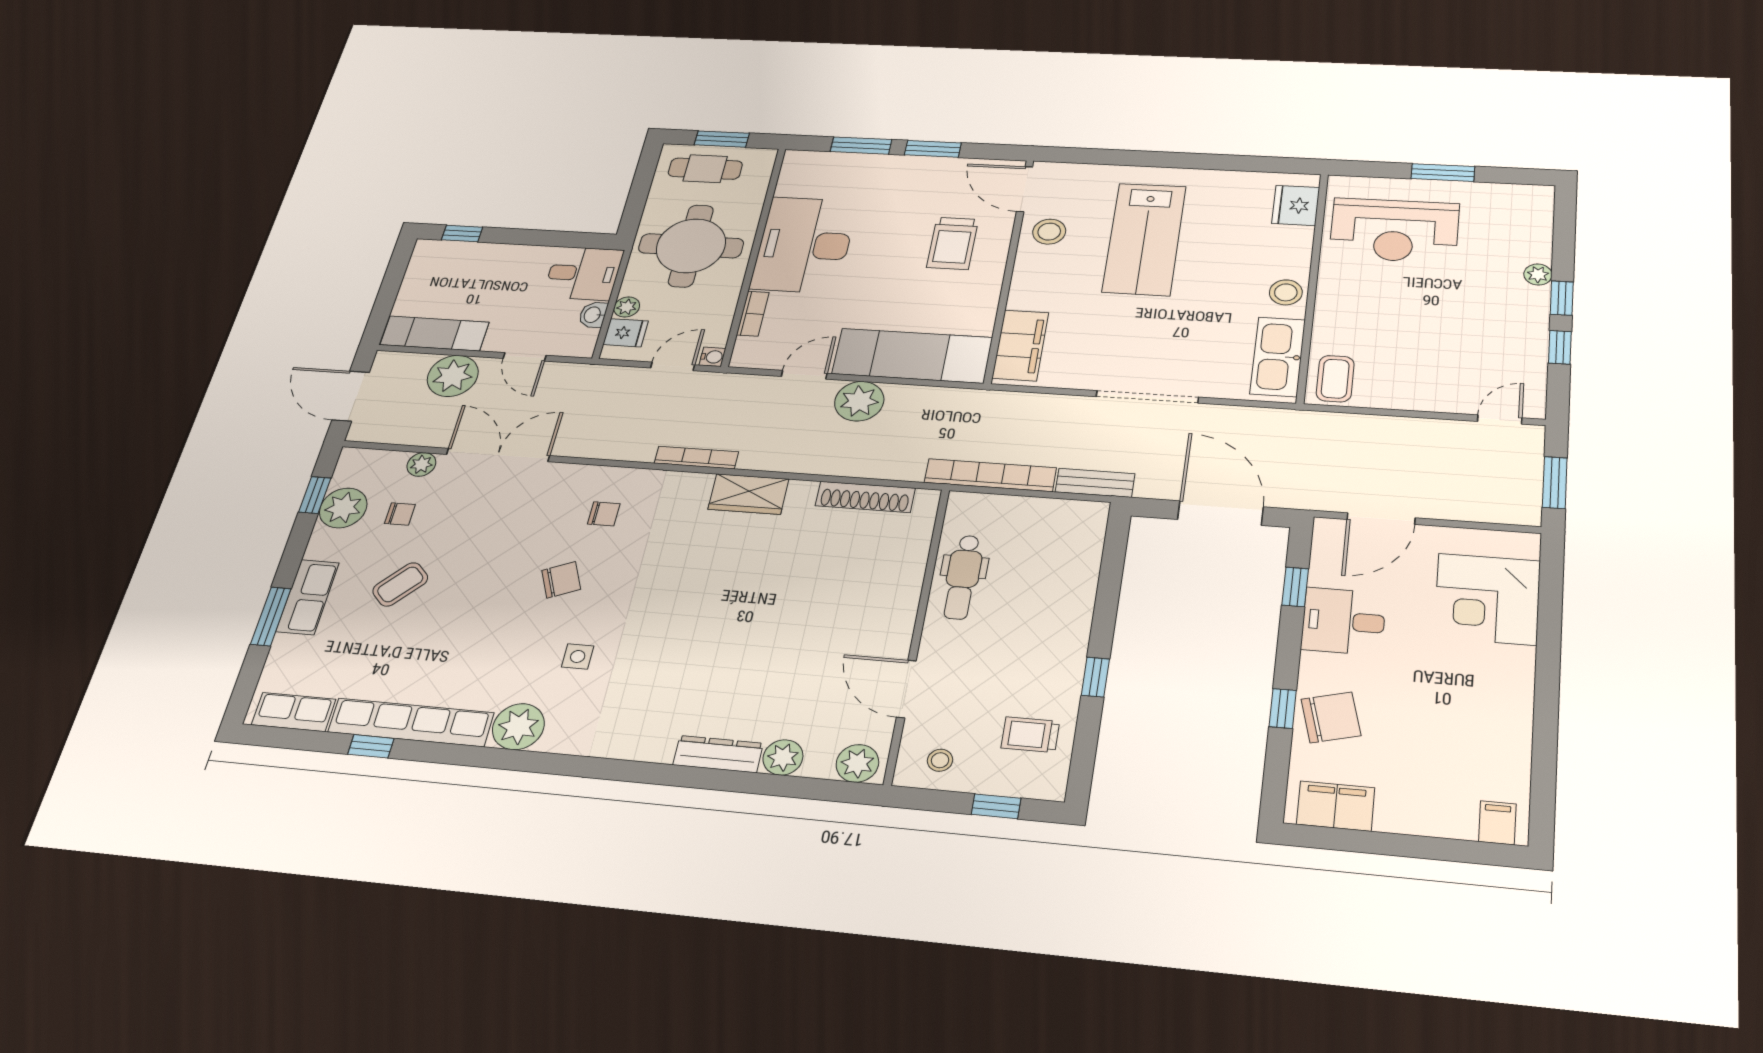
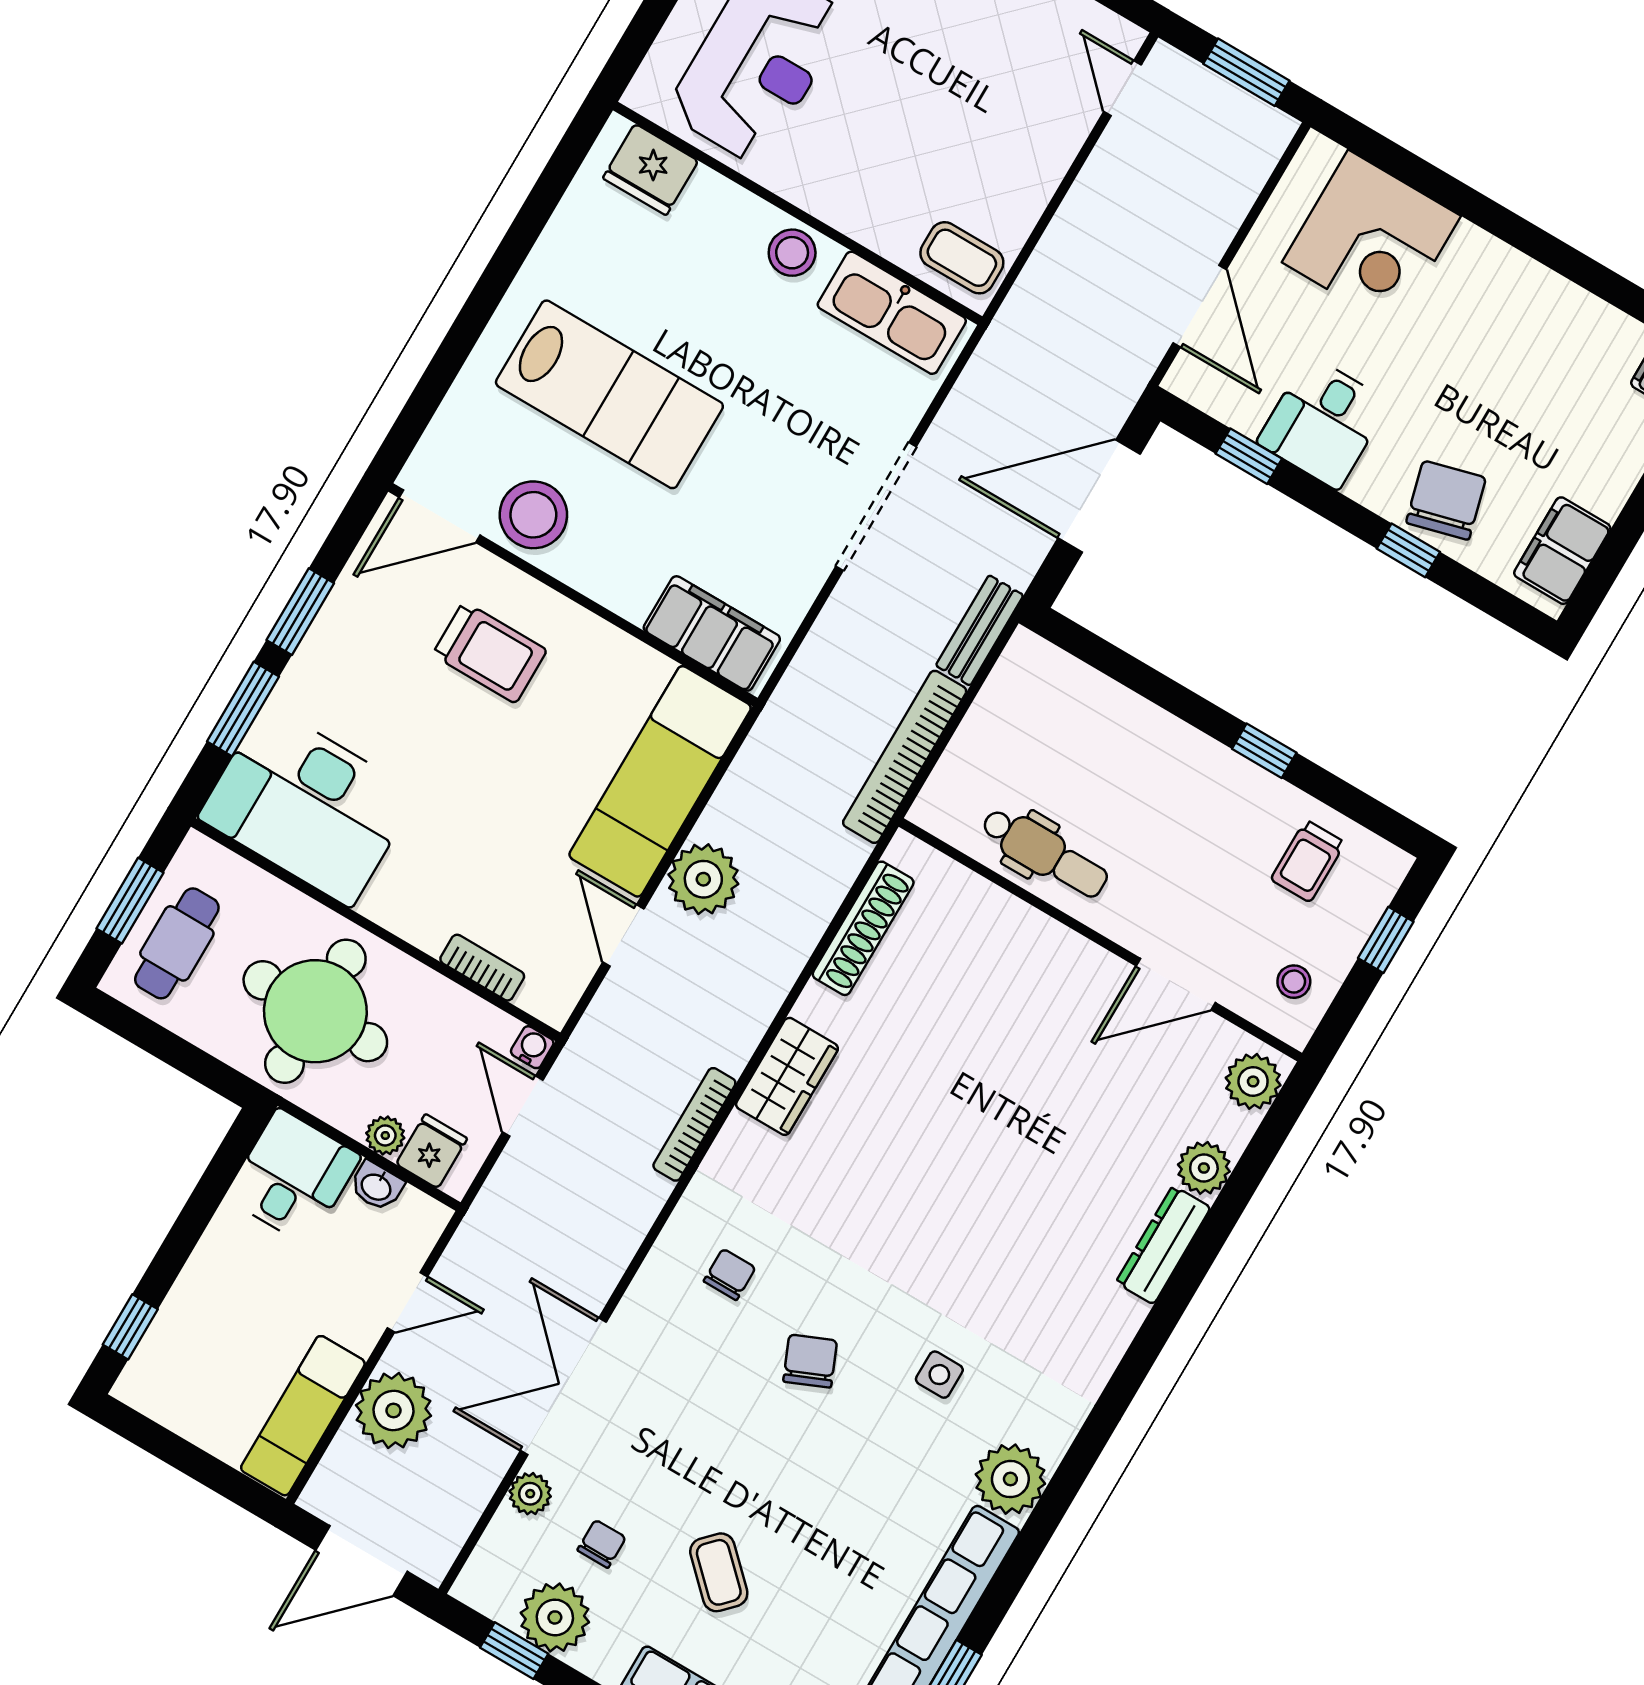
stool: (1049, 232) -> (533, 515), width x1.38, depth x1.38
desk: (804, 245) -> (308, 806), moved

